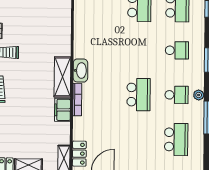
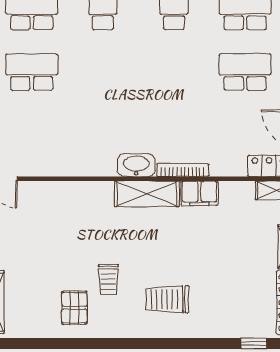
school desk: (139, 95) -> (245, 72), moved

